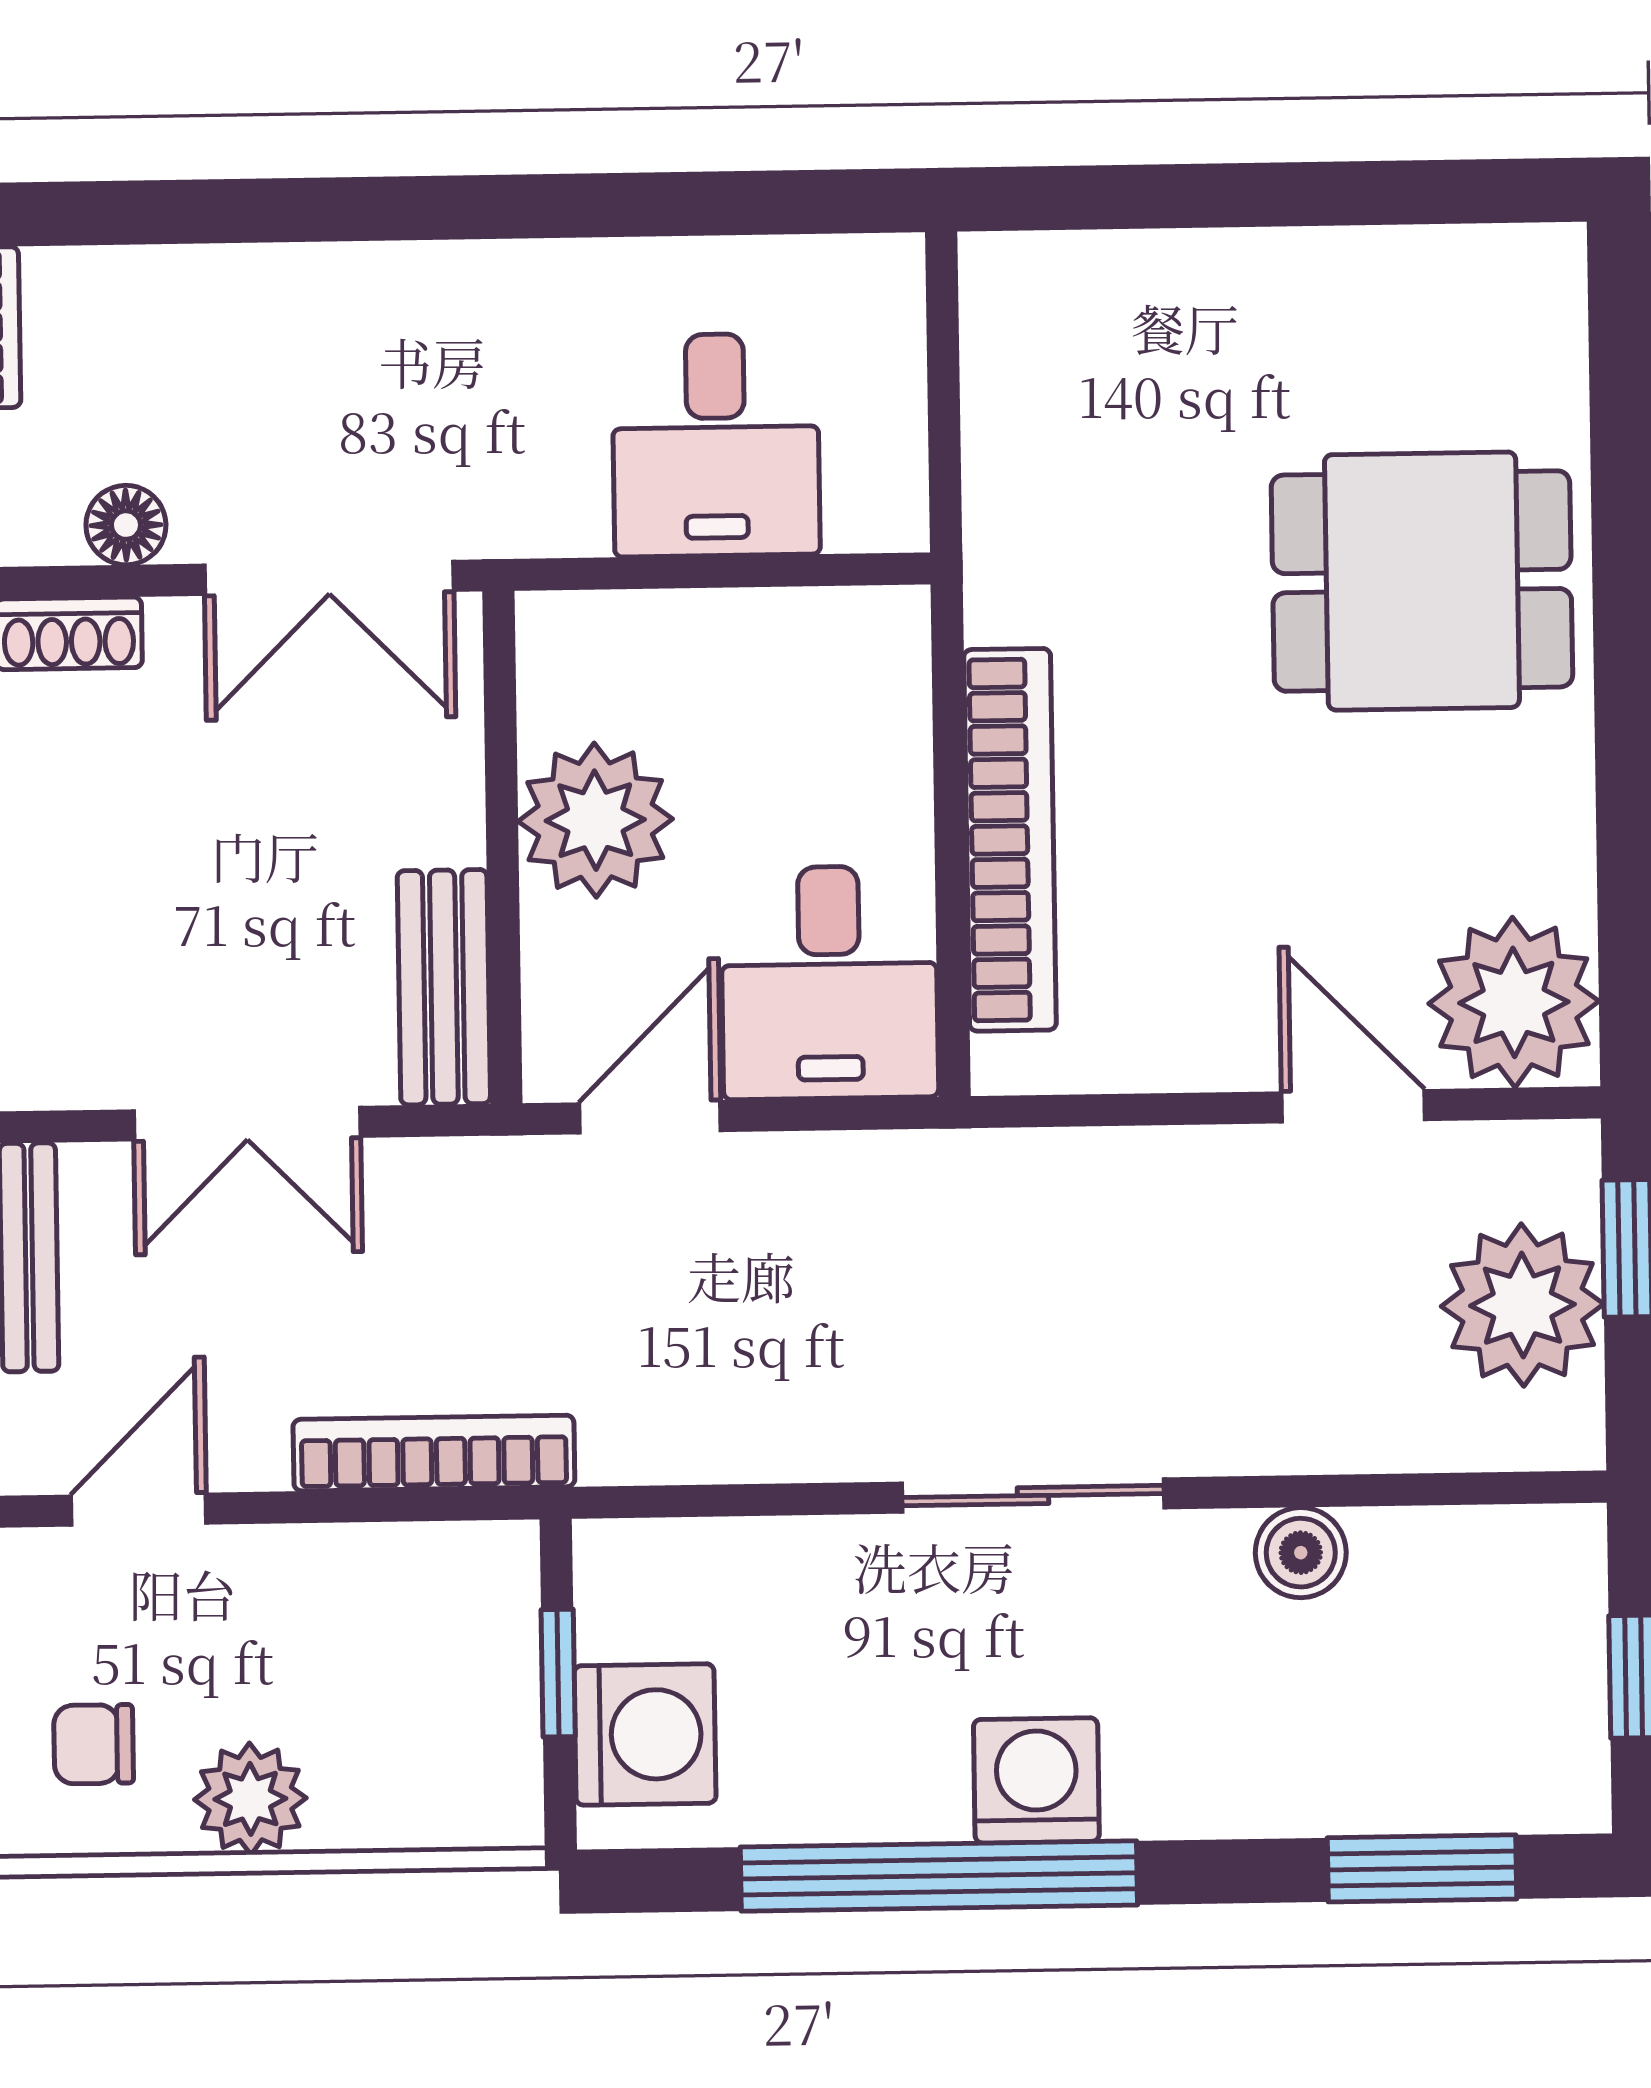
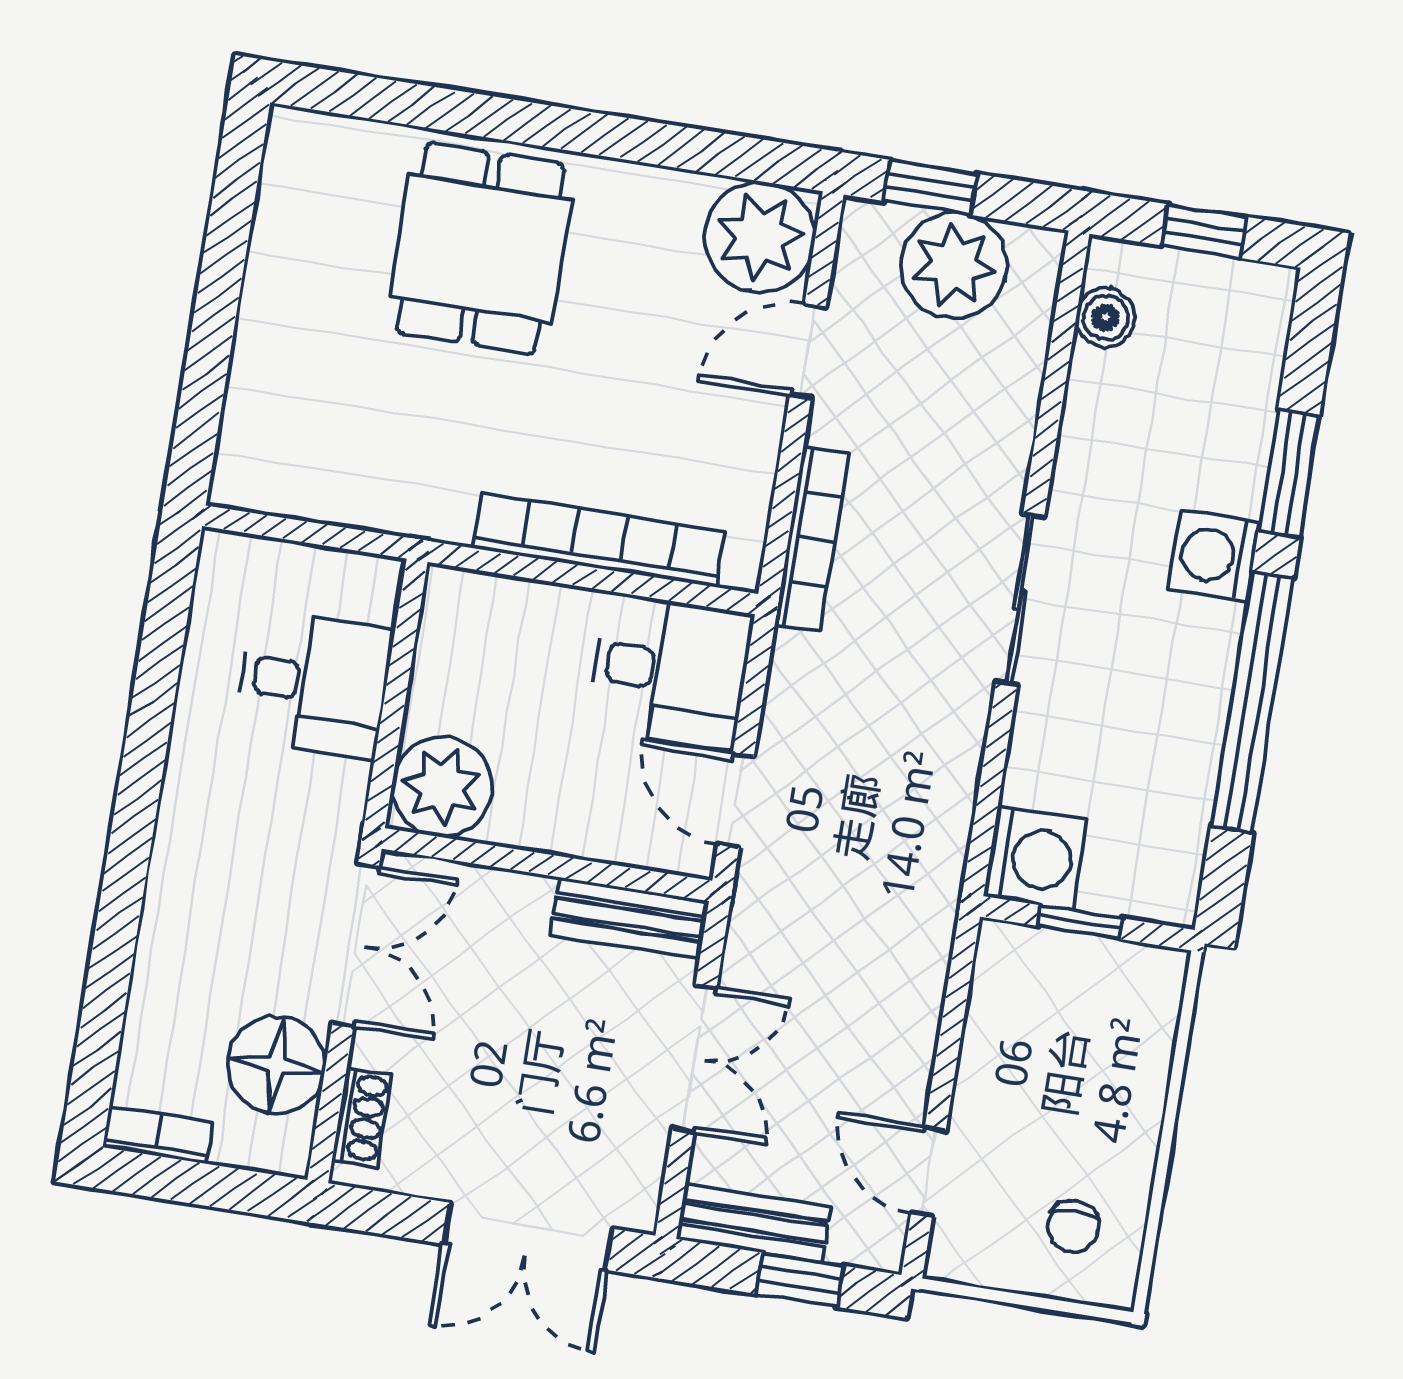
floor lamp: (126, 525) -> (277, 1065), width x1.89, depth x1.89
plant: (595, 820) -> (442, 787), moved
bookcase: (434, 1453) -> (812, 539), moved, turned 180
boiler: (1301, 1553) -> (1105, 318), moved
washing machine: (645, 1734) -> (1035, 859), moved, turned 90
washing machine: (1036, 1780) -> (1214, 556), moved
plant: (250, 1799) -> (1126, 1133), removed
window: (1422, 1868) -> (1289, 474), moved

